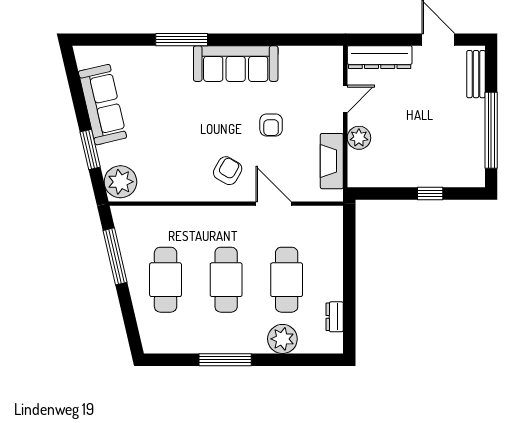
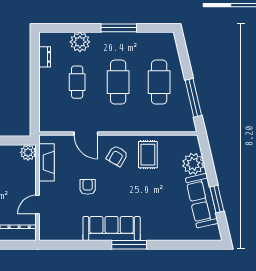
window: (182, 40) -> (129, 245), moved
plant: (359, 138) -> (28, 152), moved
window: (90, 150) -> (217, 199), moved
rug: (182, 173) -> (148, 155), added
plant: (120, 182) -> (193, 164), moved
cafe table: (287, 280) -> (77, 82), width x0.73, depth x0.74

